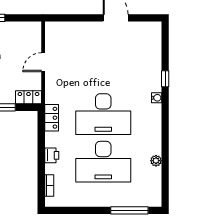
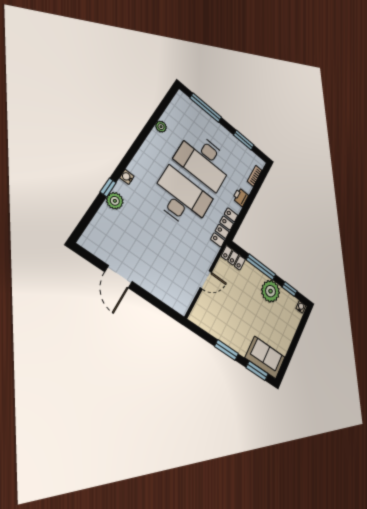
plant: (154, 72) -> (115, 201), added
locker: (52, 118) -> (224, 227), width x1.53
desk: (103, 162) -> (204, 160), turned 180
window: (78, 210) -> (244, 140), added

